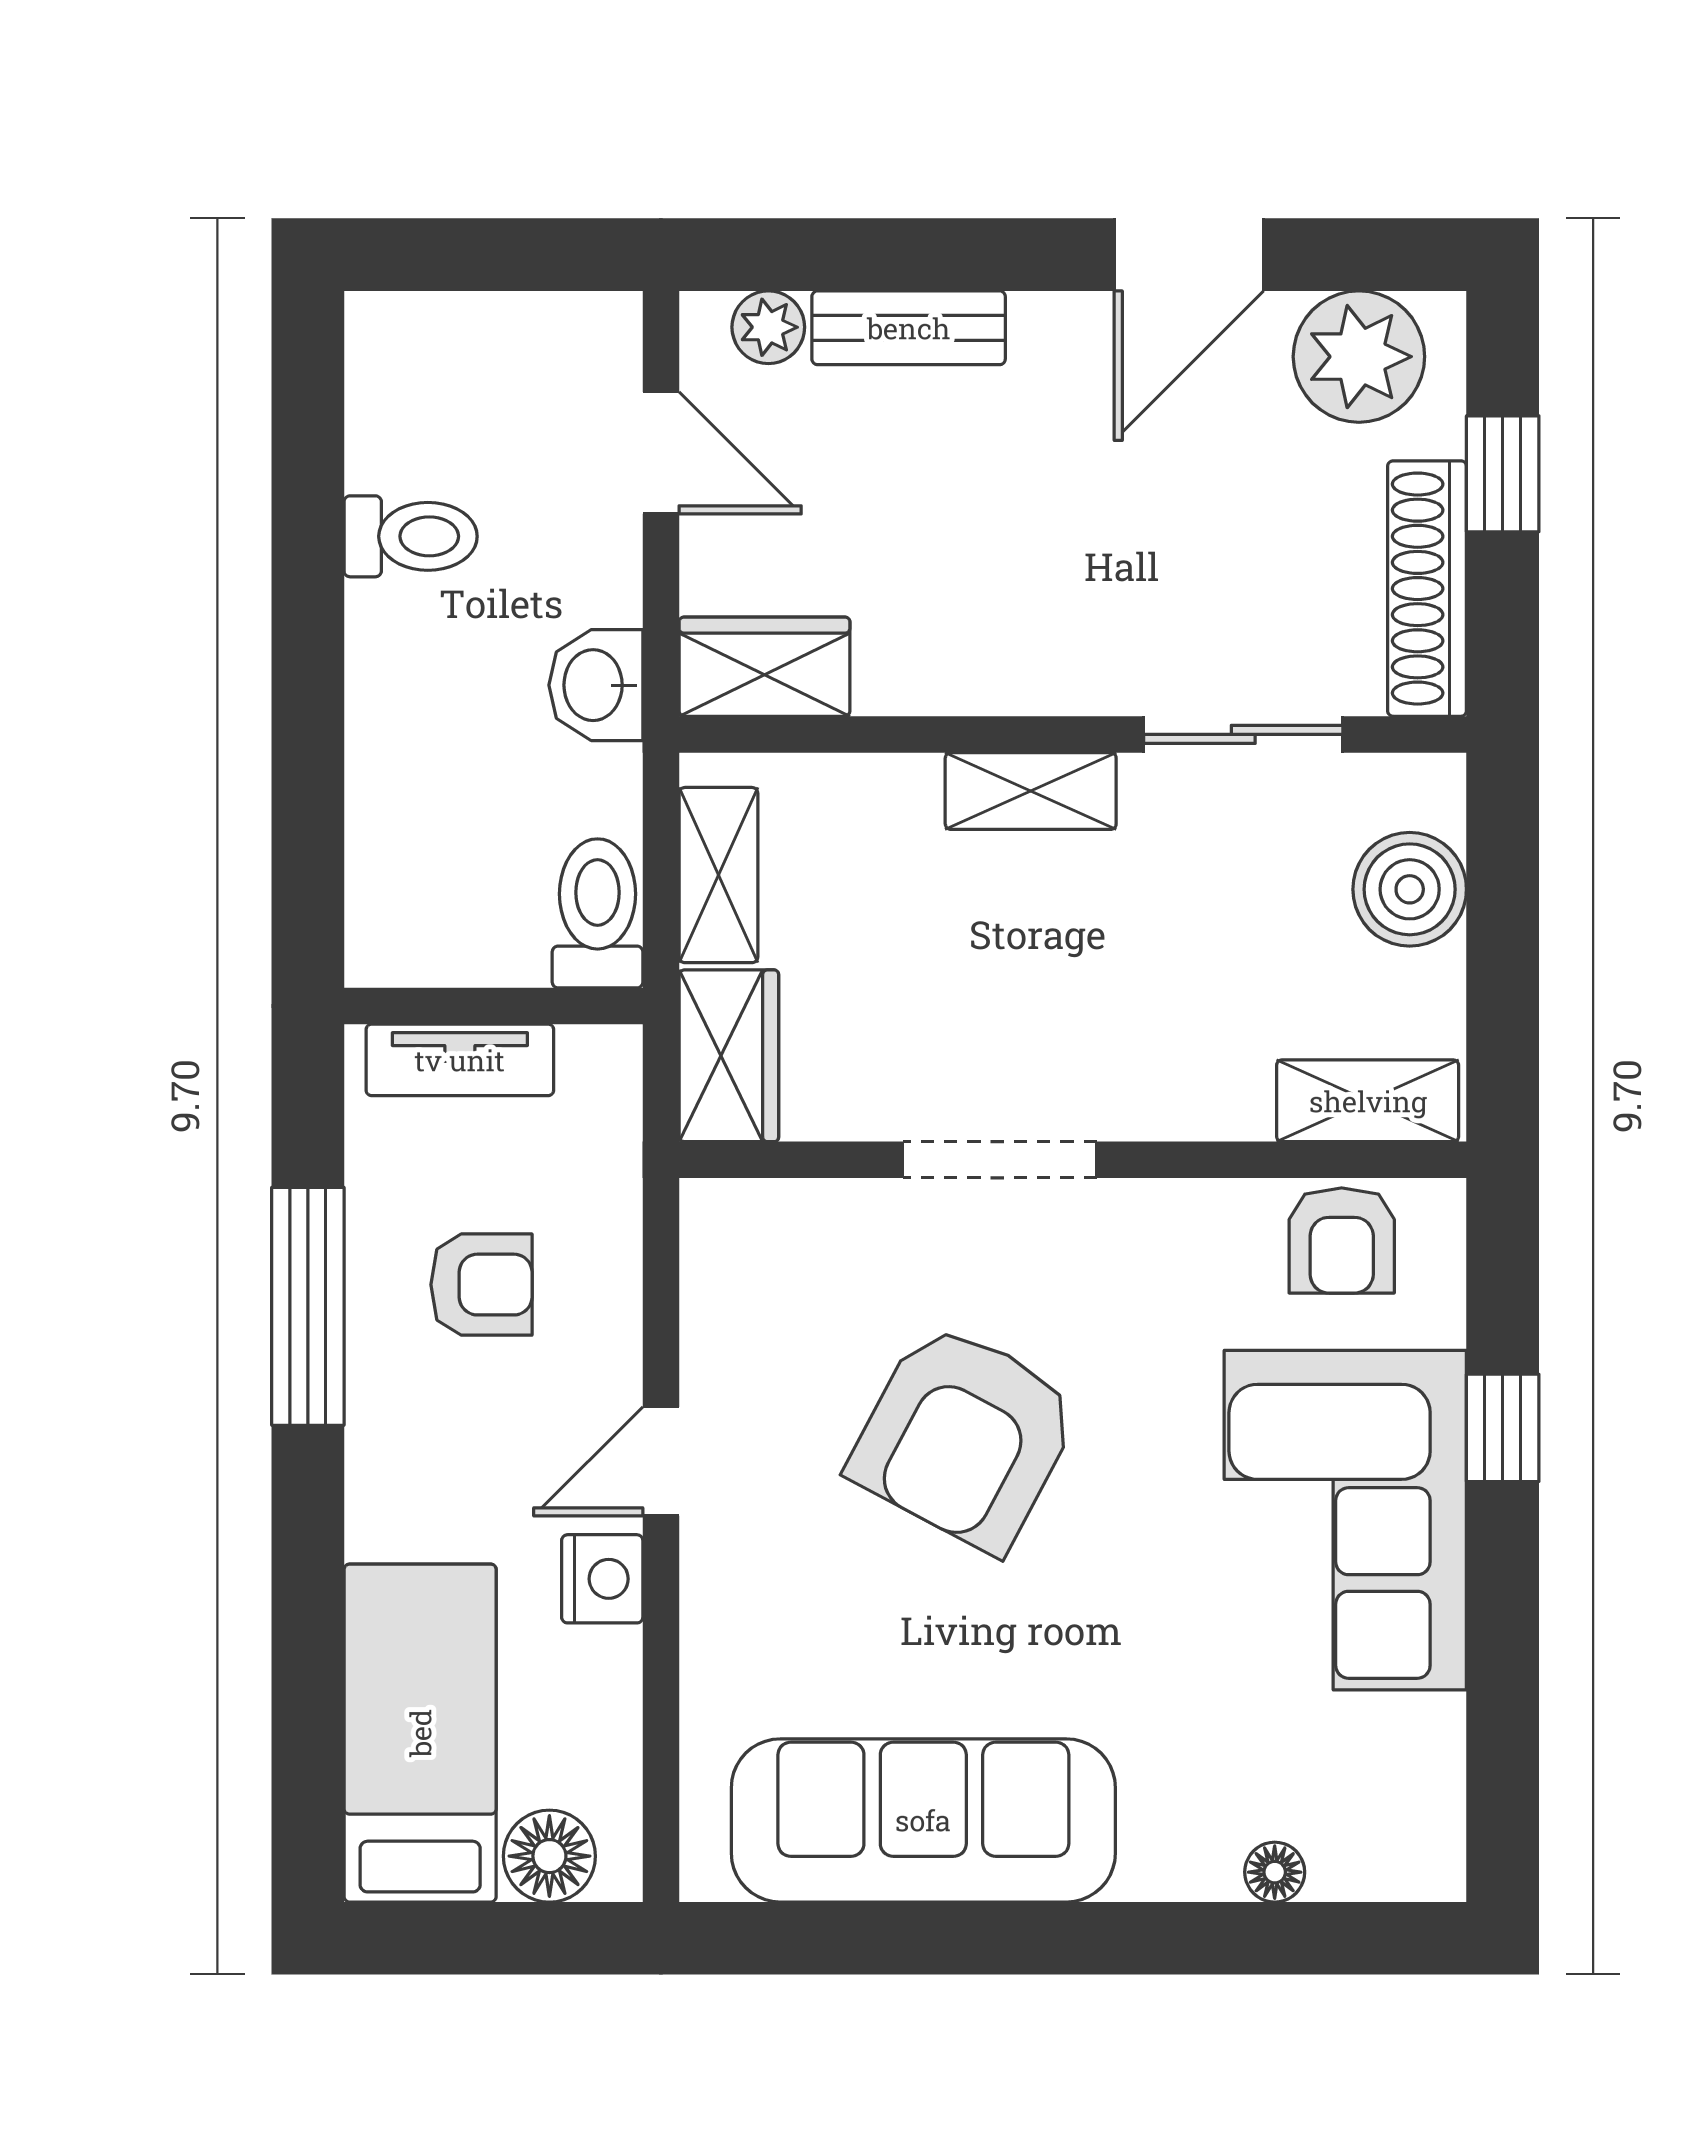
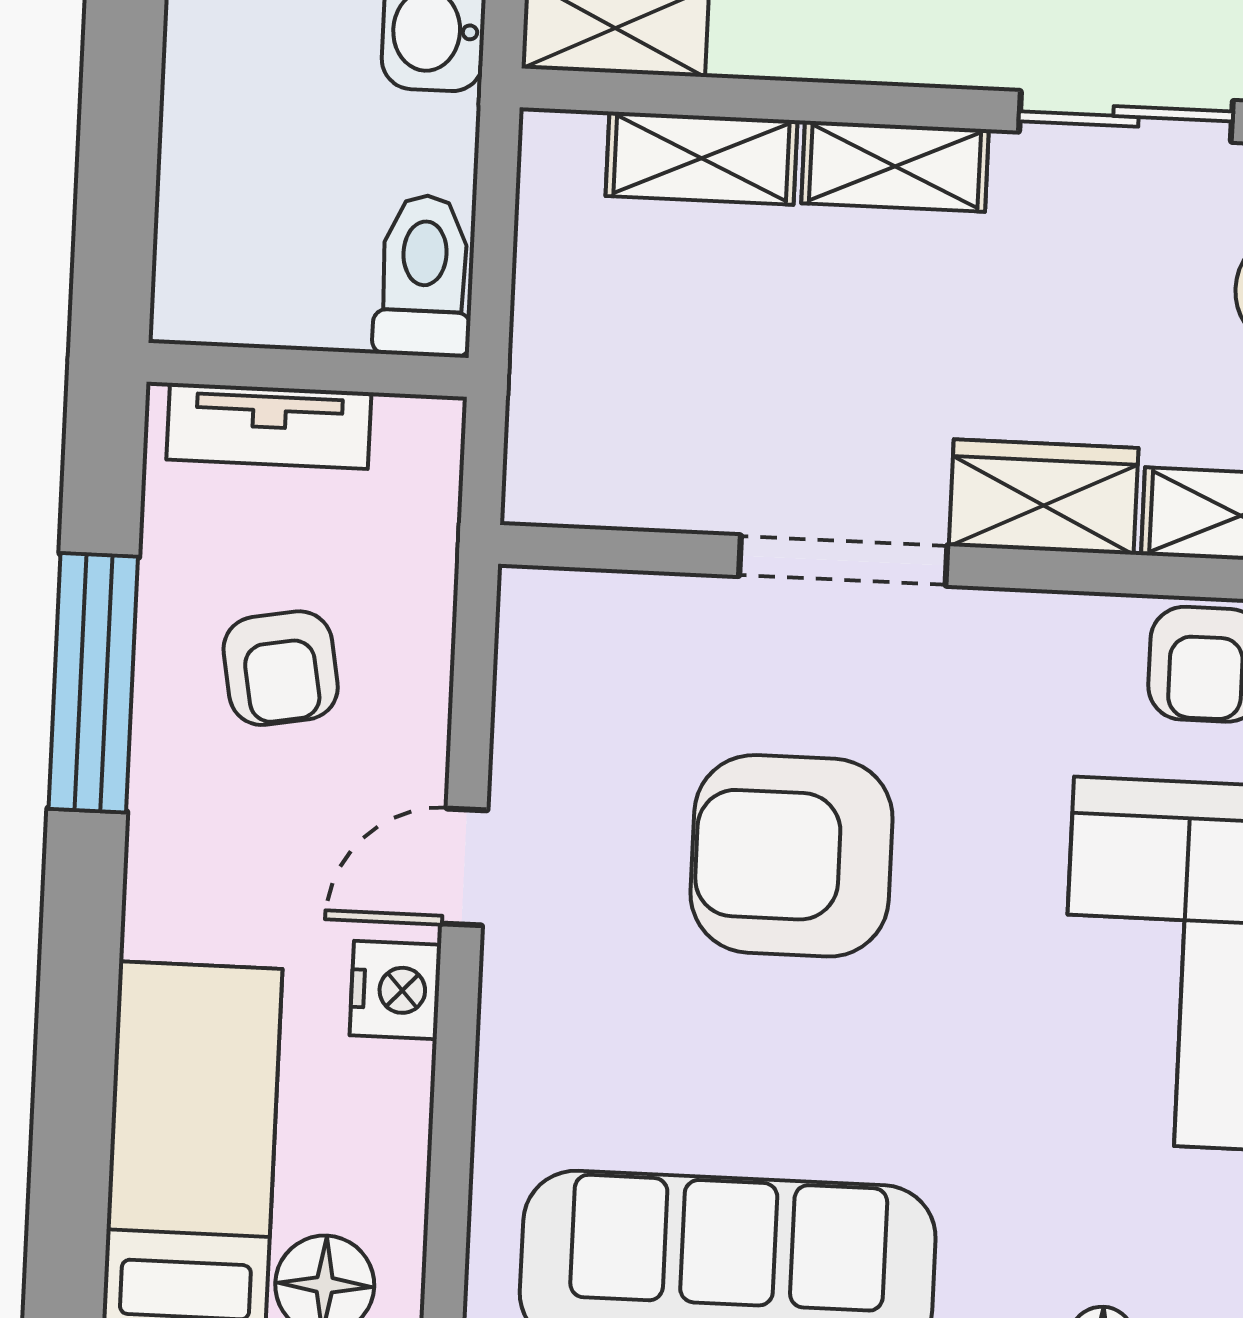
shelving: (718, 875) -> (701, 158), moved, turned 90
wardrobe: (729, 1056) -> (1044, 497), moved, turned -90
armchair: (481, 1285) -> (281, 668), turned 80
armchair: (965, 1437) -> (792, 856), turned 62

